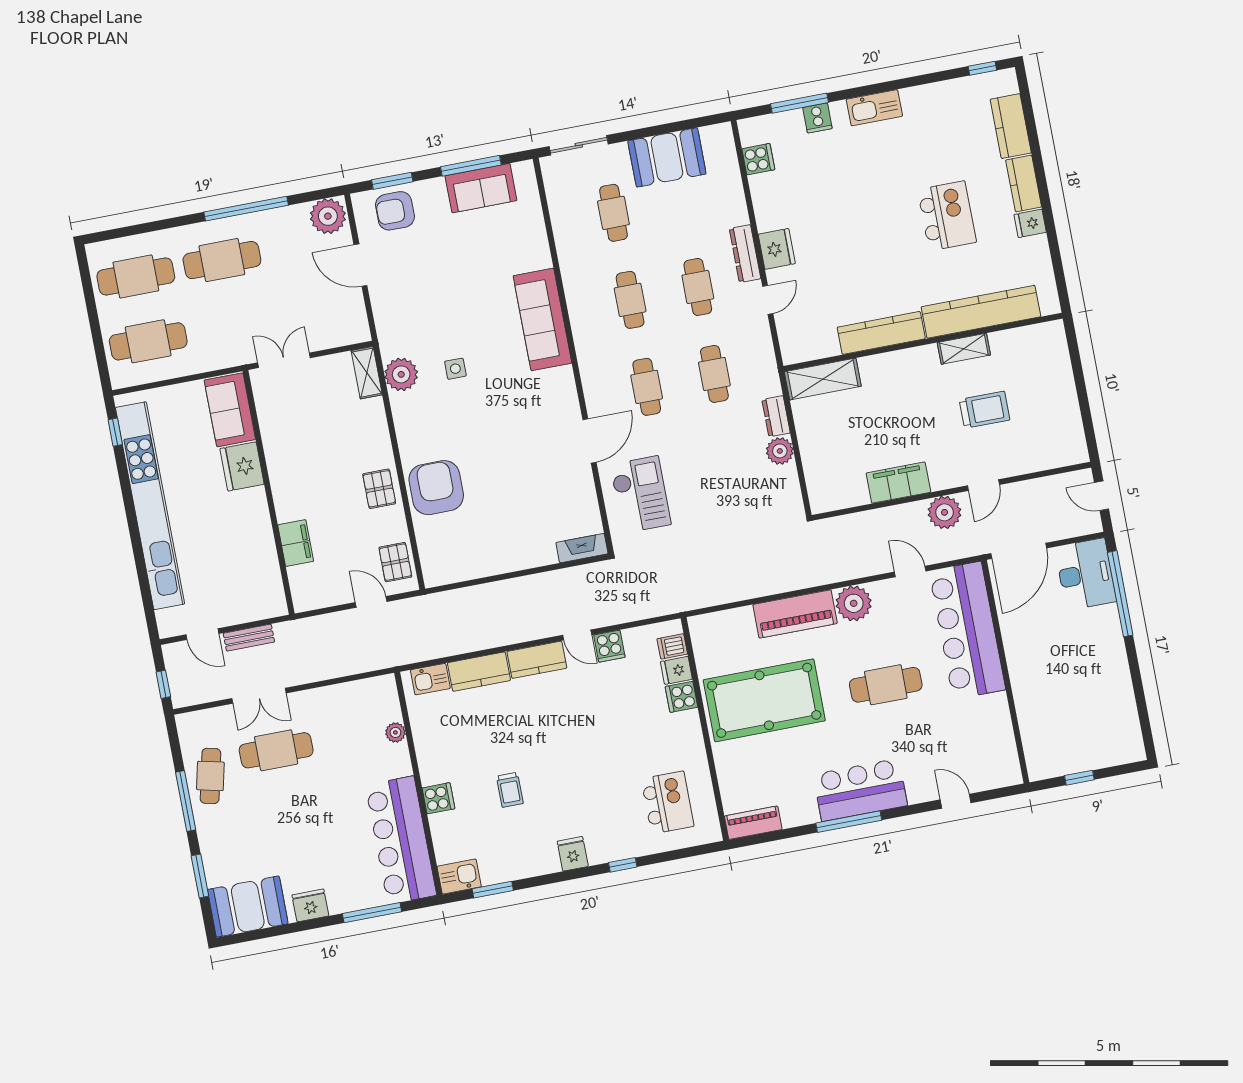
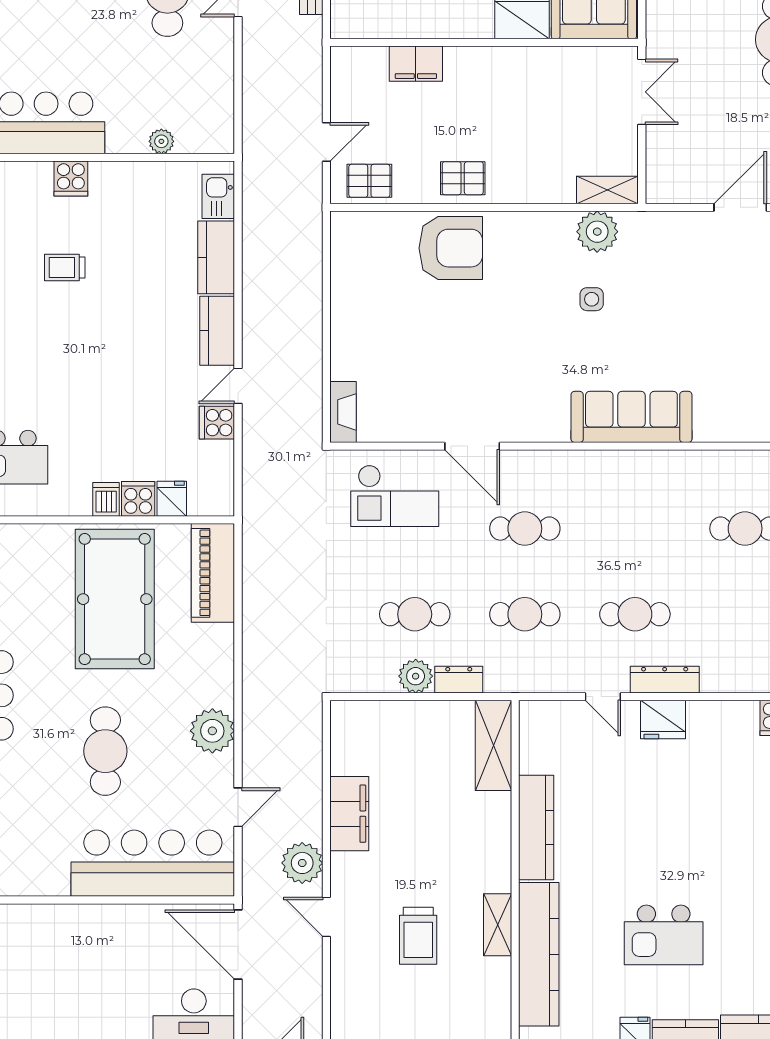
cafe table: (630, 300) -> (415, 614), moved
piano: (795, 614) -> (213, 573), moved
dishwasher: (672, 646) -> (106, 499), moved

